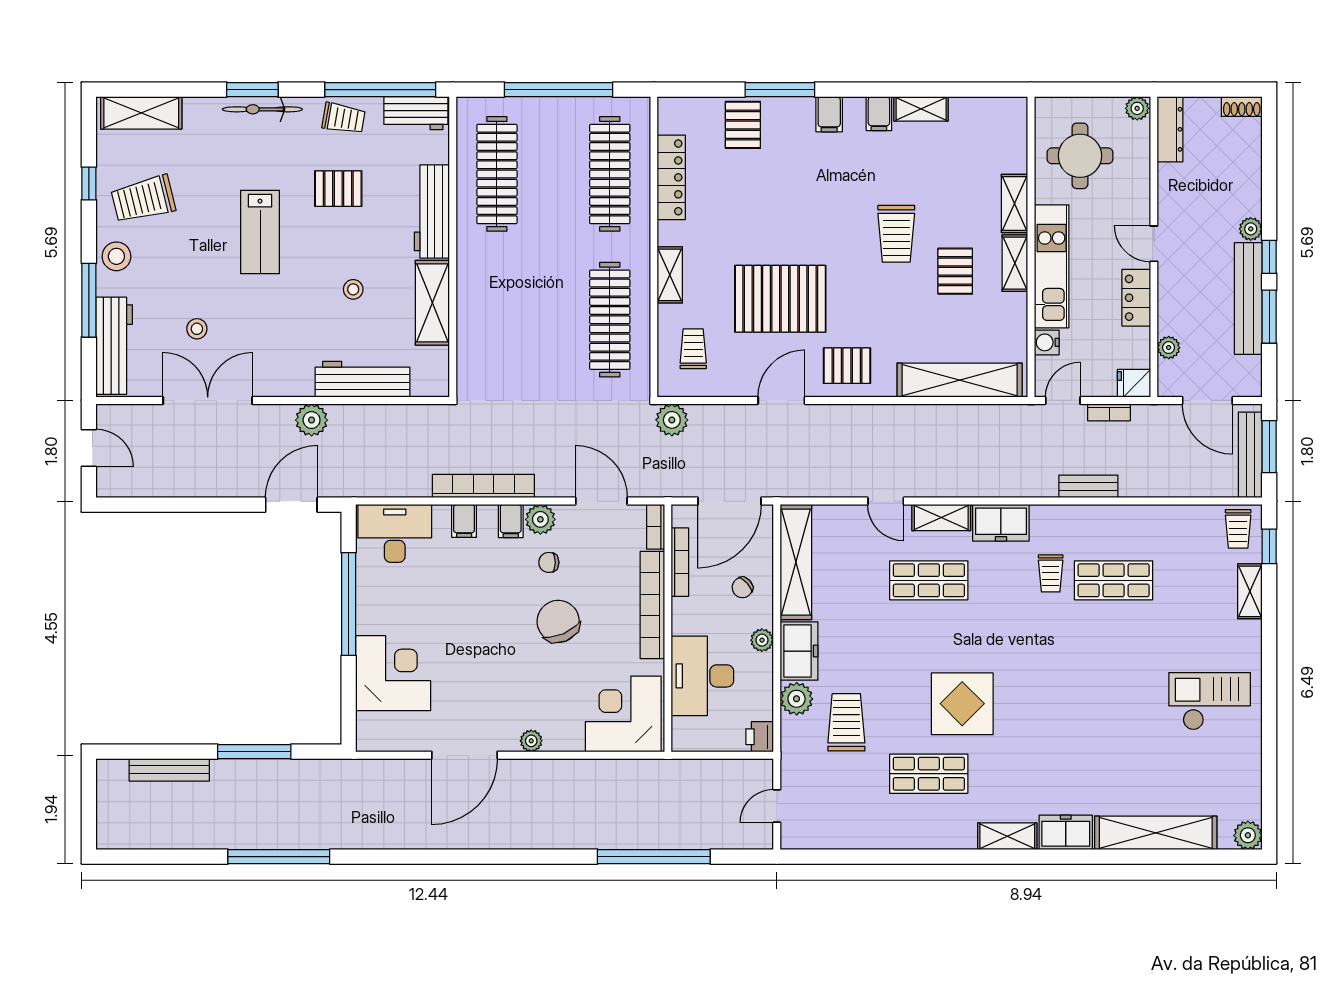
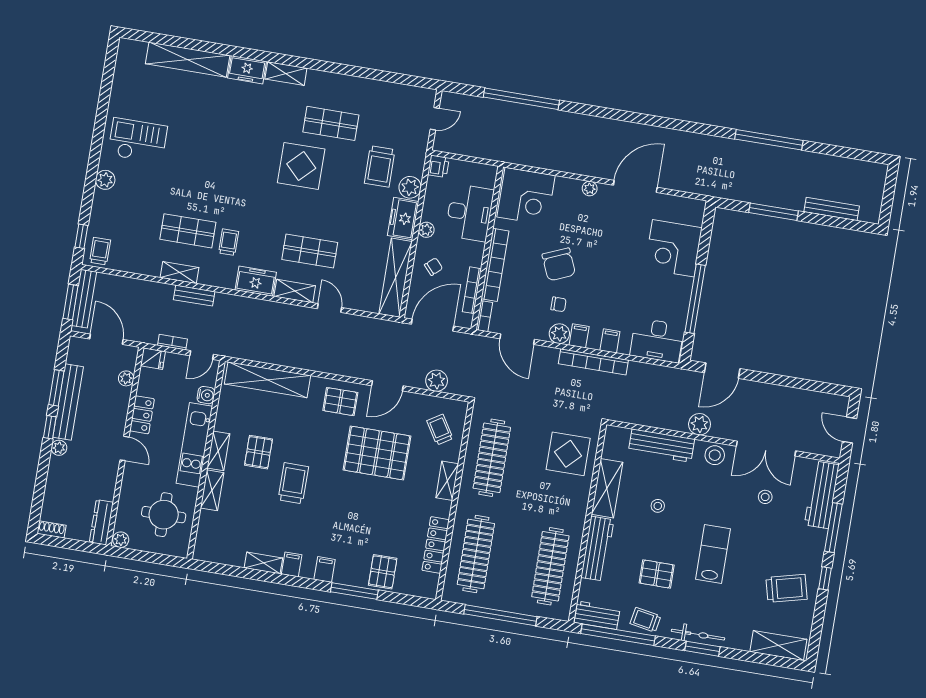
window: (89, 184) -> (825, 578), moved
stool: (116, 256) -> (715, 455), moved
display table: (498, 344) -> (568, 454), added
trolley: (693, 349) -> (440, 430), turned 148
plant: (672, 420) -> (437, 381), moved
shelving: (1250, 591) -> (179, 273), moved, turned 90
checkout: (1210, 701) -> (138, 141), turned 180
plant: (1248, 835) -> (105, 180), moved

